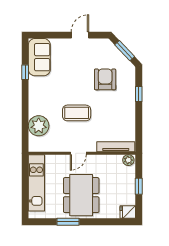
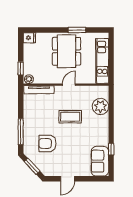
armchair: (105, 79) -> (47, 143), turned 90
window: (139, 94) -> (21, 132), width x2.17
window: (139, 186) -> (21, 68), moved

